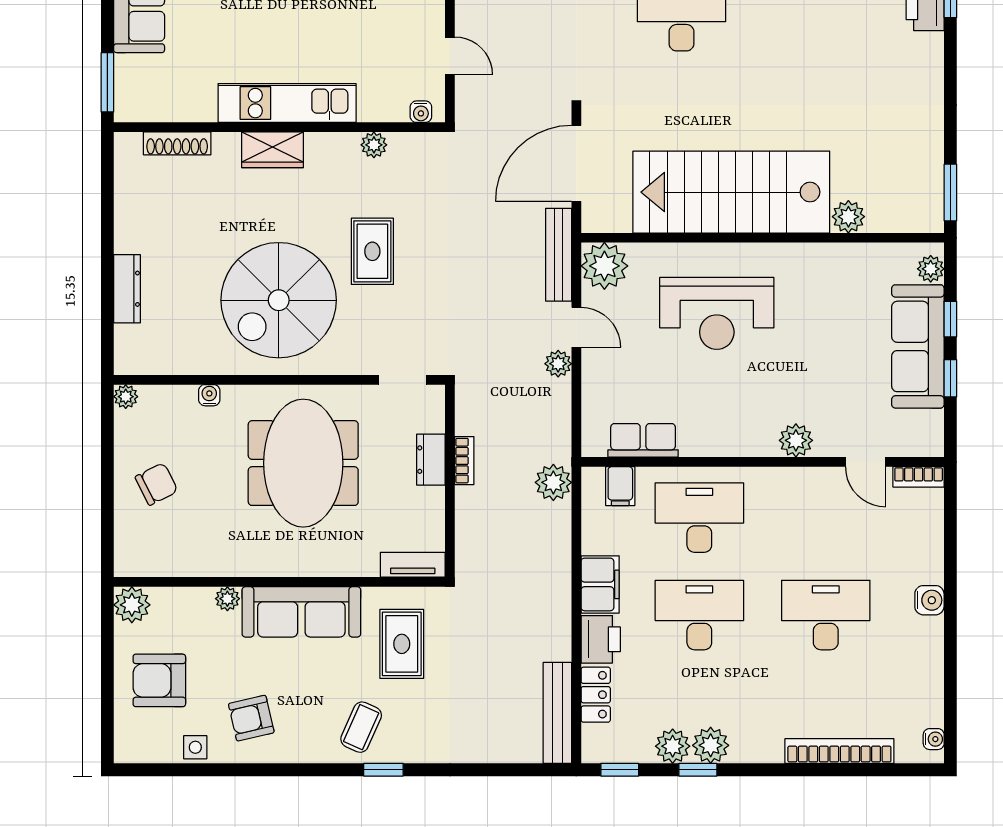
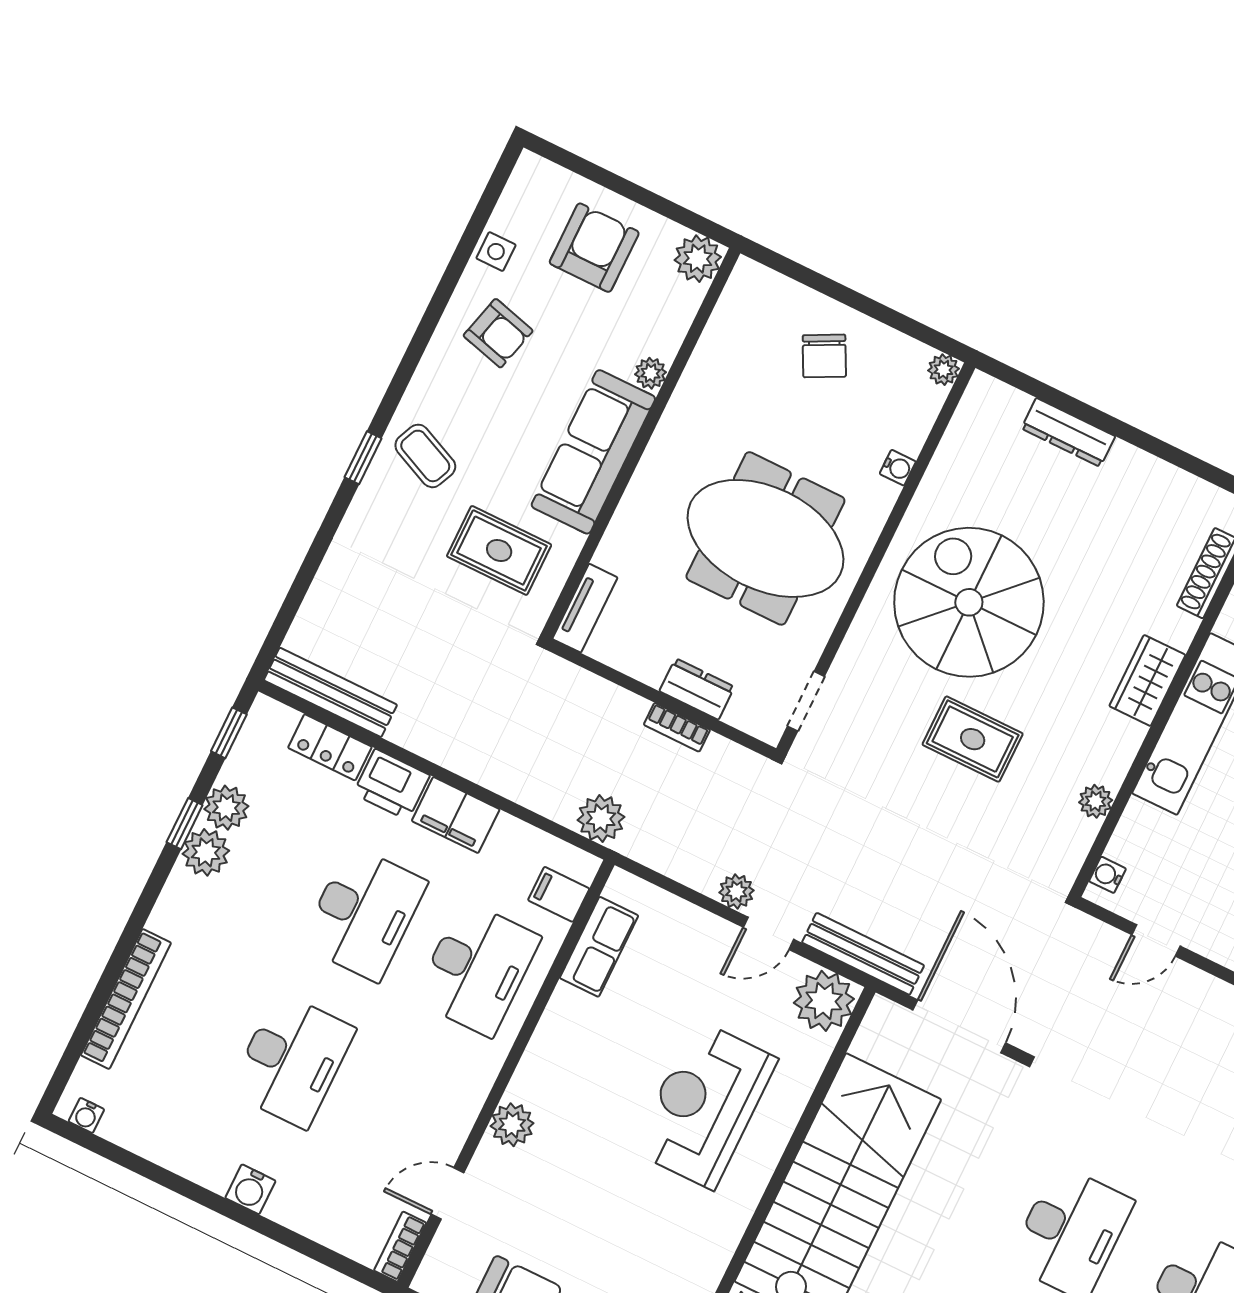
armchair: (251, 718) -> (498, 333), turned 118

